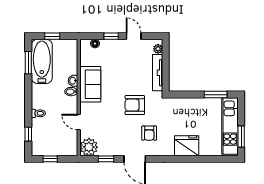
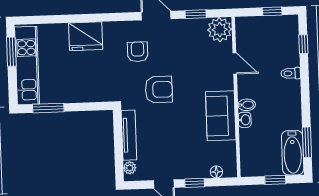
bathtub: (42, 61) -> (293, 153), width x0.73, depth x0.73

